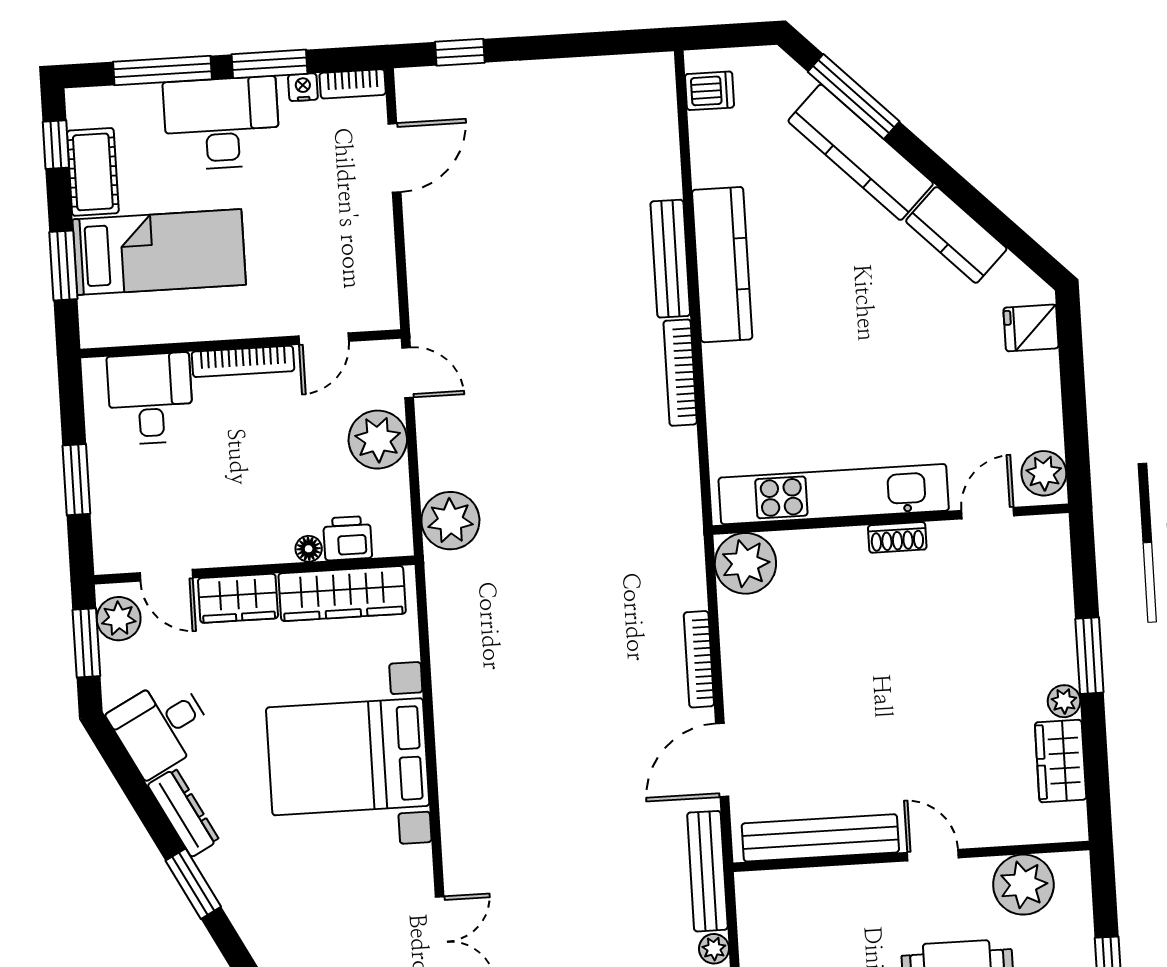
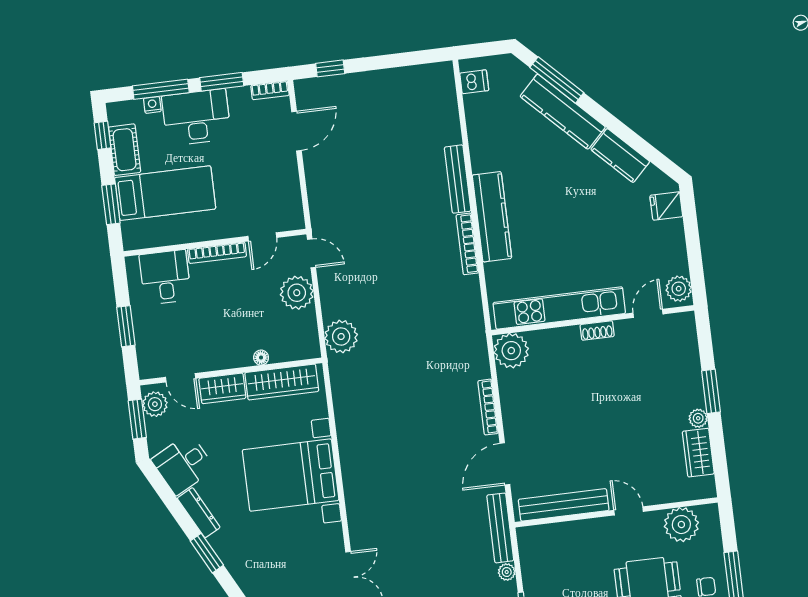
nightstand: (303, 87) -> (152, 105), moved
kitchen counter: (722, 265) -> (492, 217), moved
printer: (348, 538) -> (283, 350), removed

